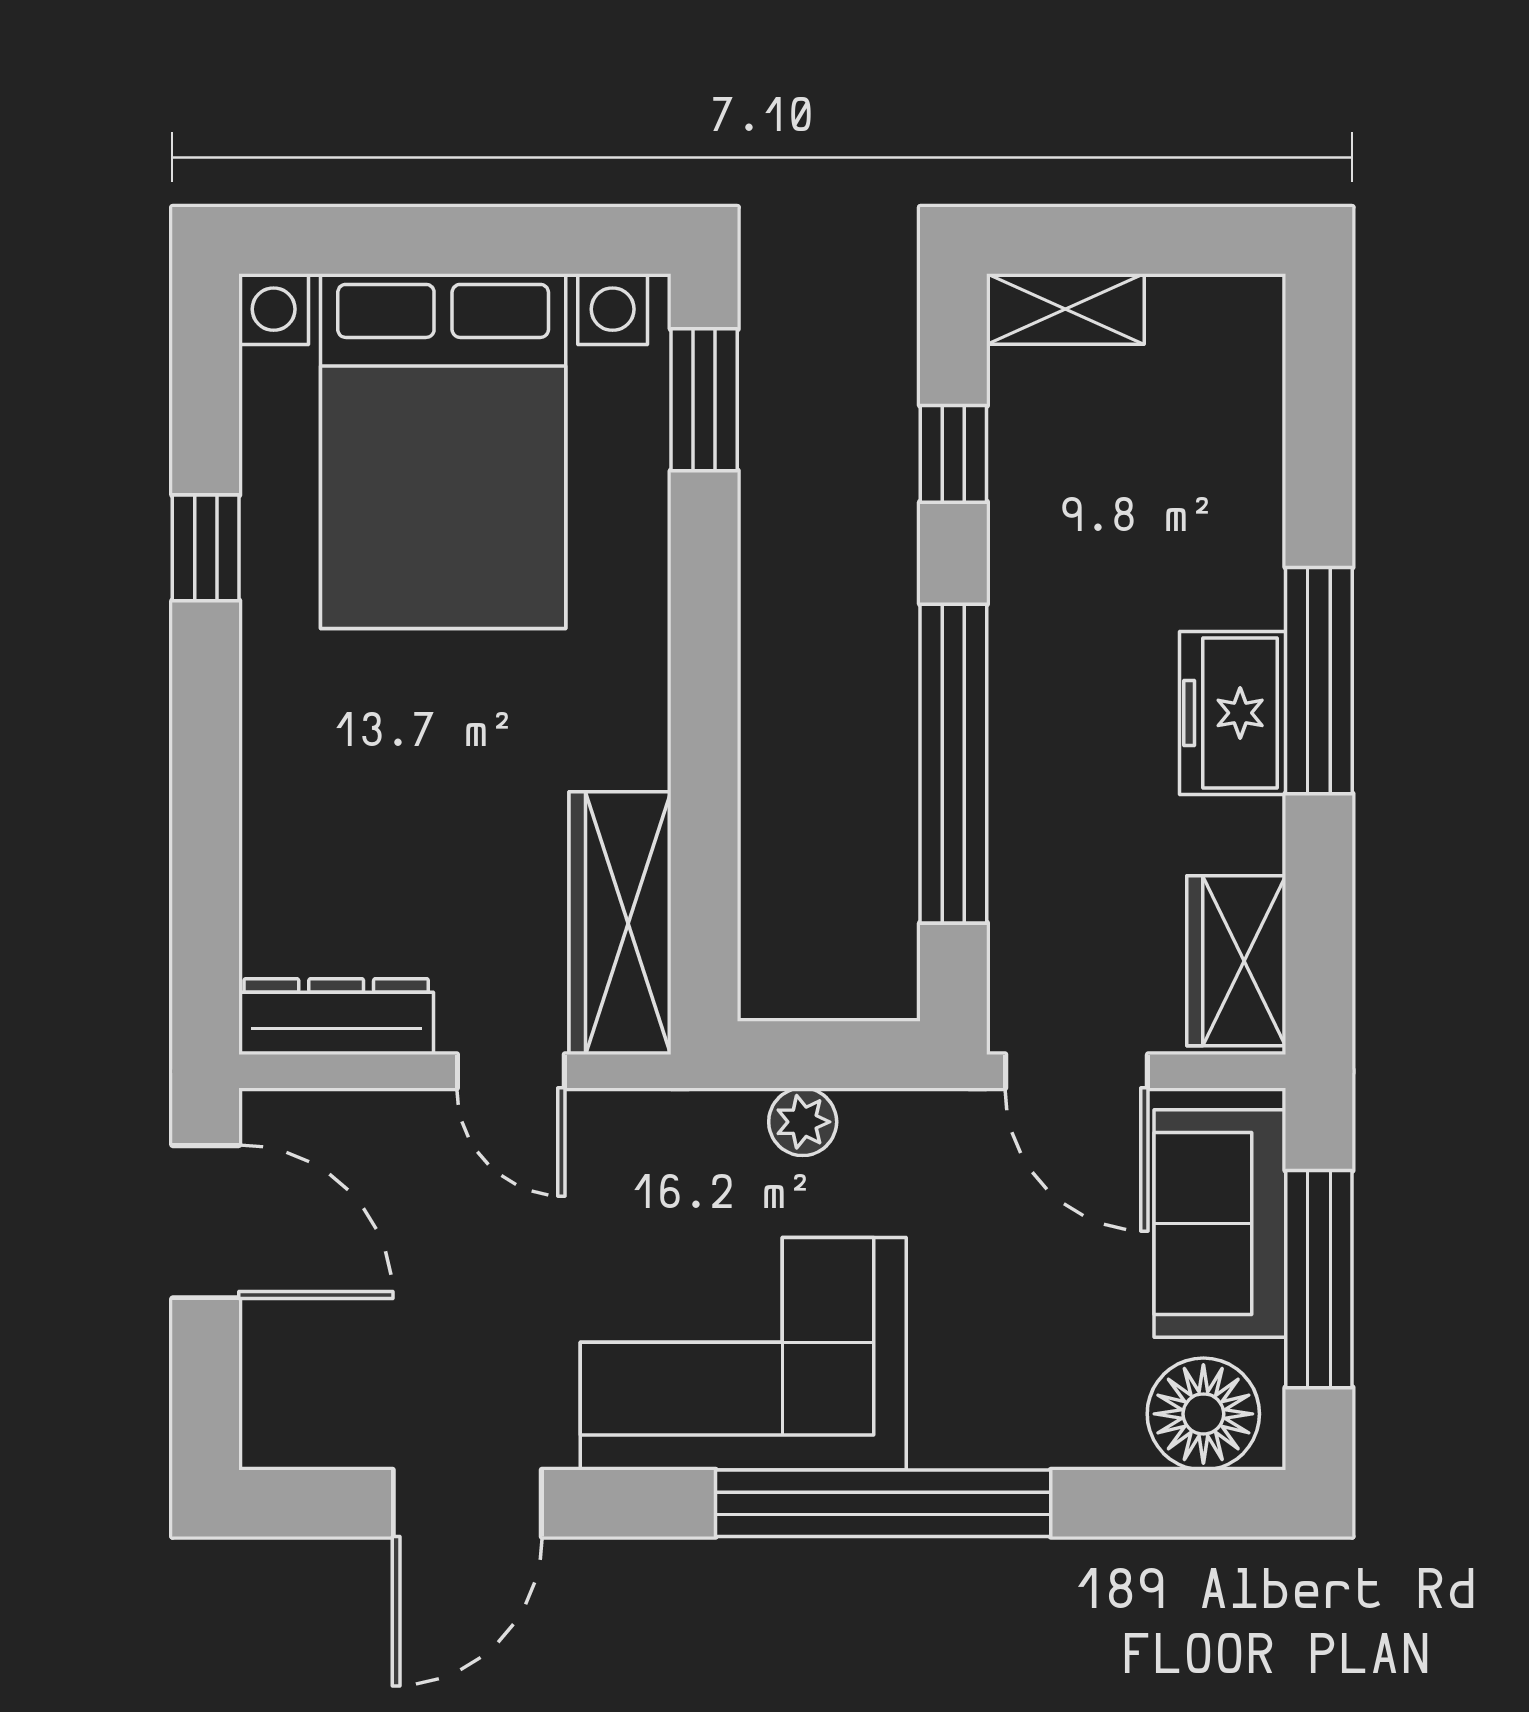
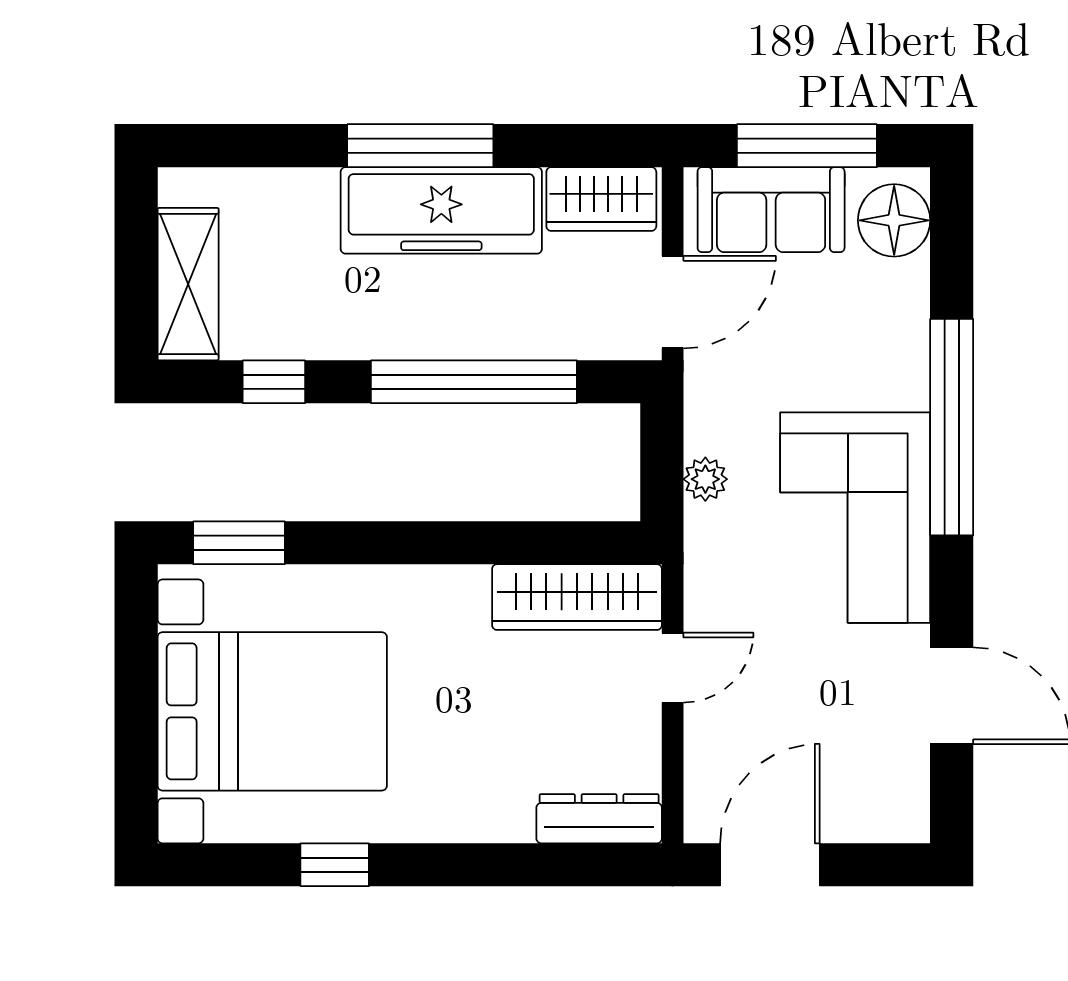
shelving: (1065, 309) -> (188, 284), width x1.50, depth x1.33
freezer: (1233, 713) -> (441, 210), width x1.91, depth x1.26
dresser: (336, 1017) -> (599, 819), moved, turned 90

